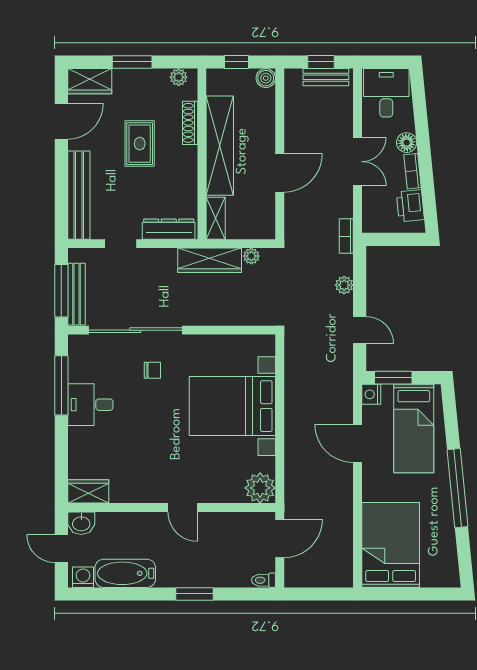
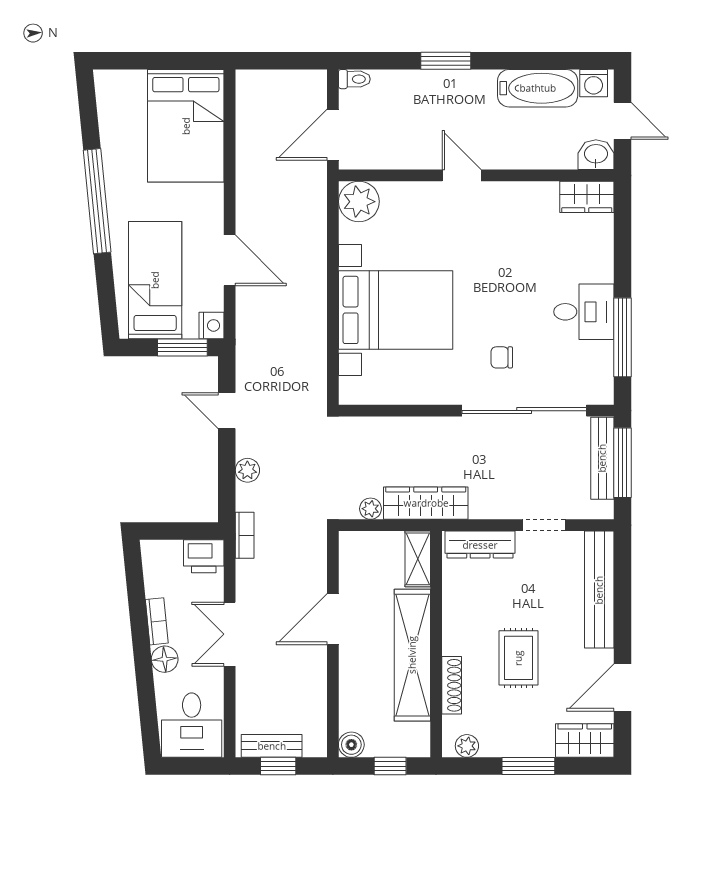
printer: (410, 206) -> (204, 556), moved, turned 96

